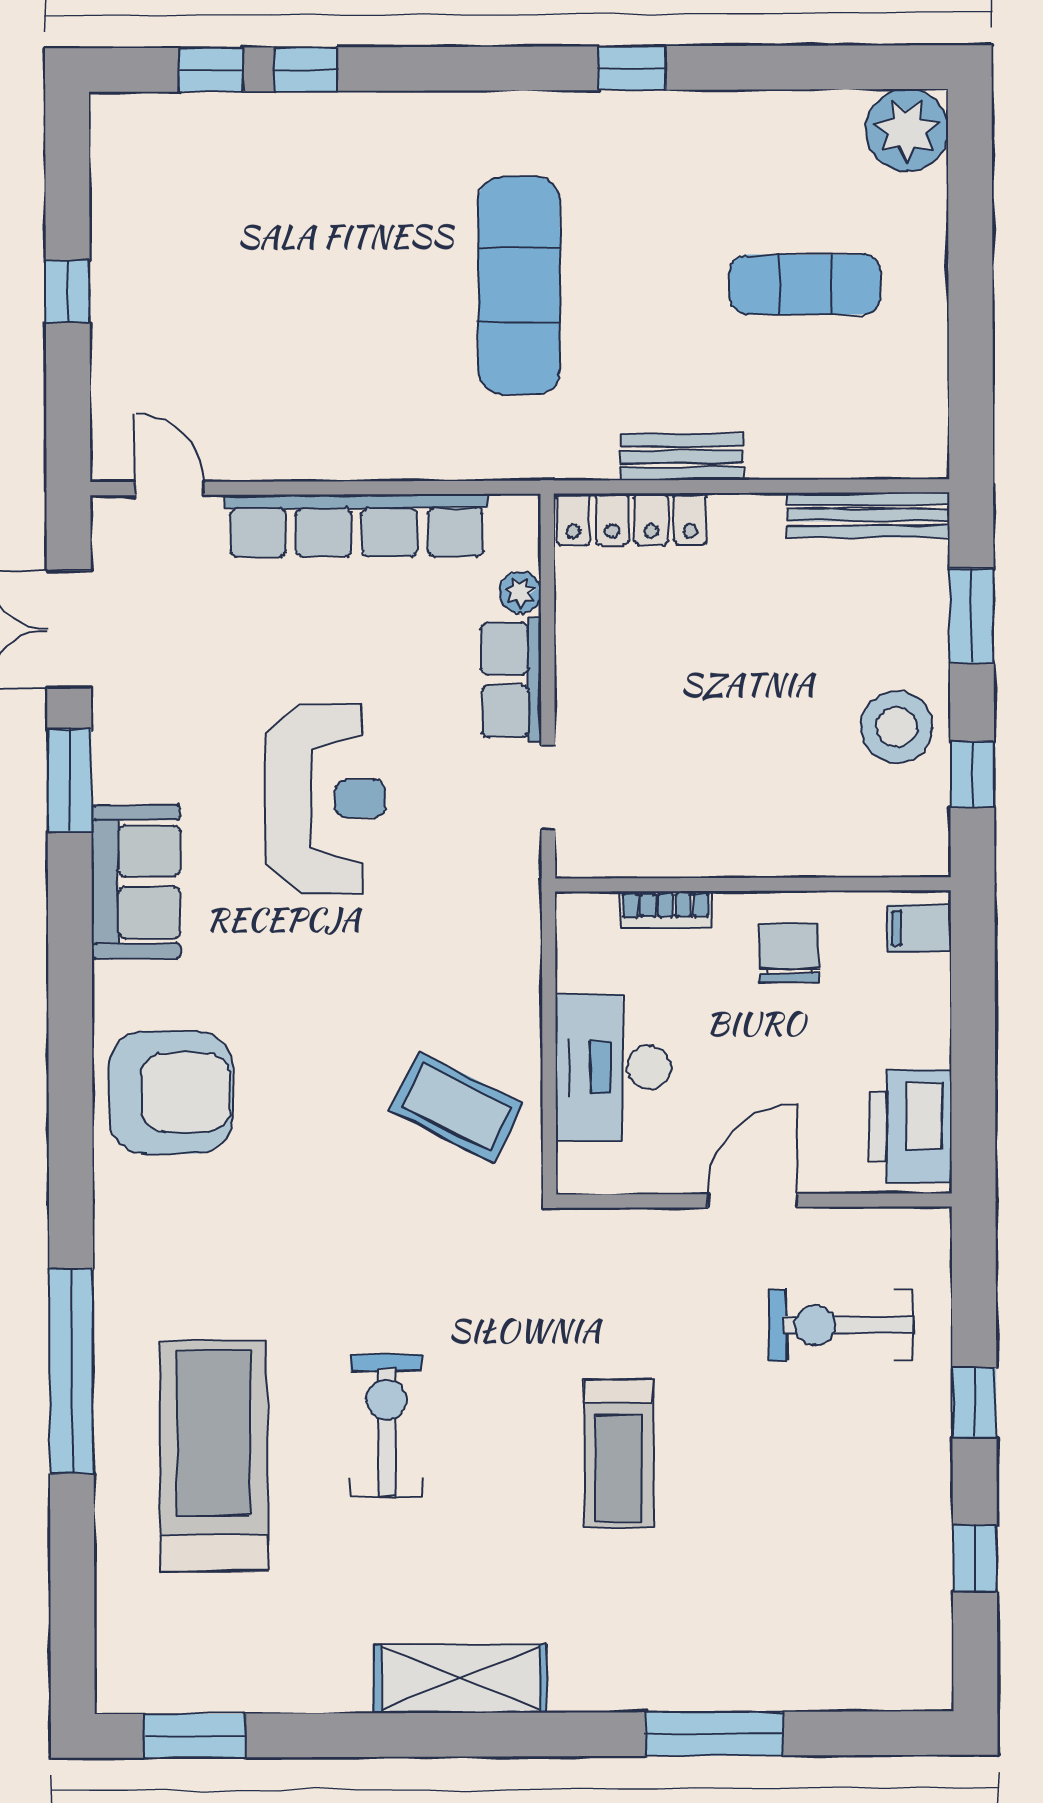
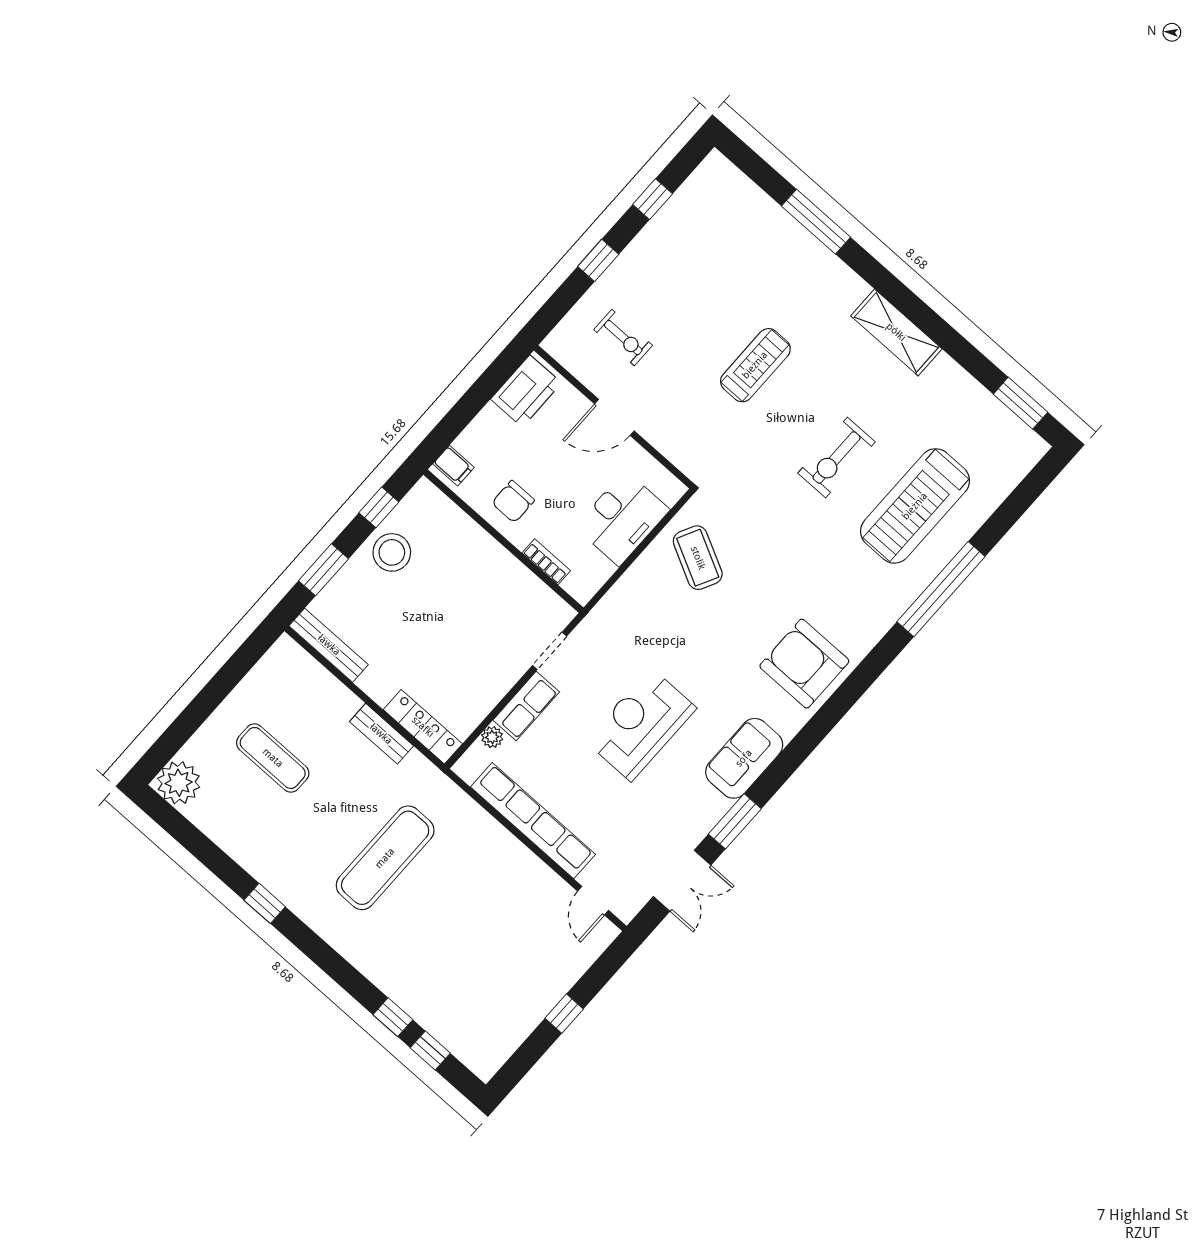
exercise bike: (841, 1325) -> (623, 338), width x0.73, depth x0.72

